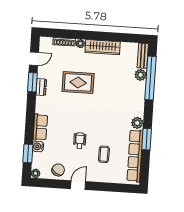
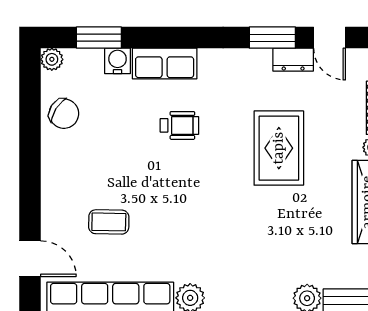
dresser: (41, 87) -> (293, 60), moved
wheelchair: (80, 141) -> (179, 125), moved
door: (78, 185) -> (30, 259), moved

